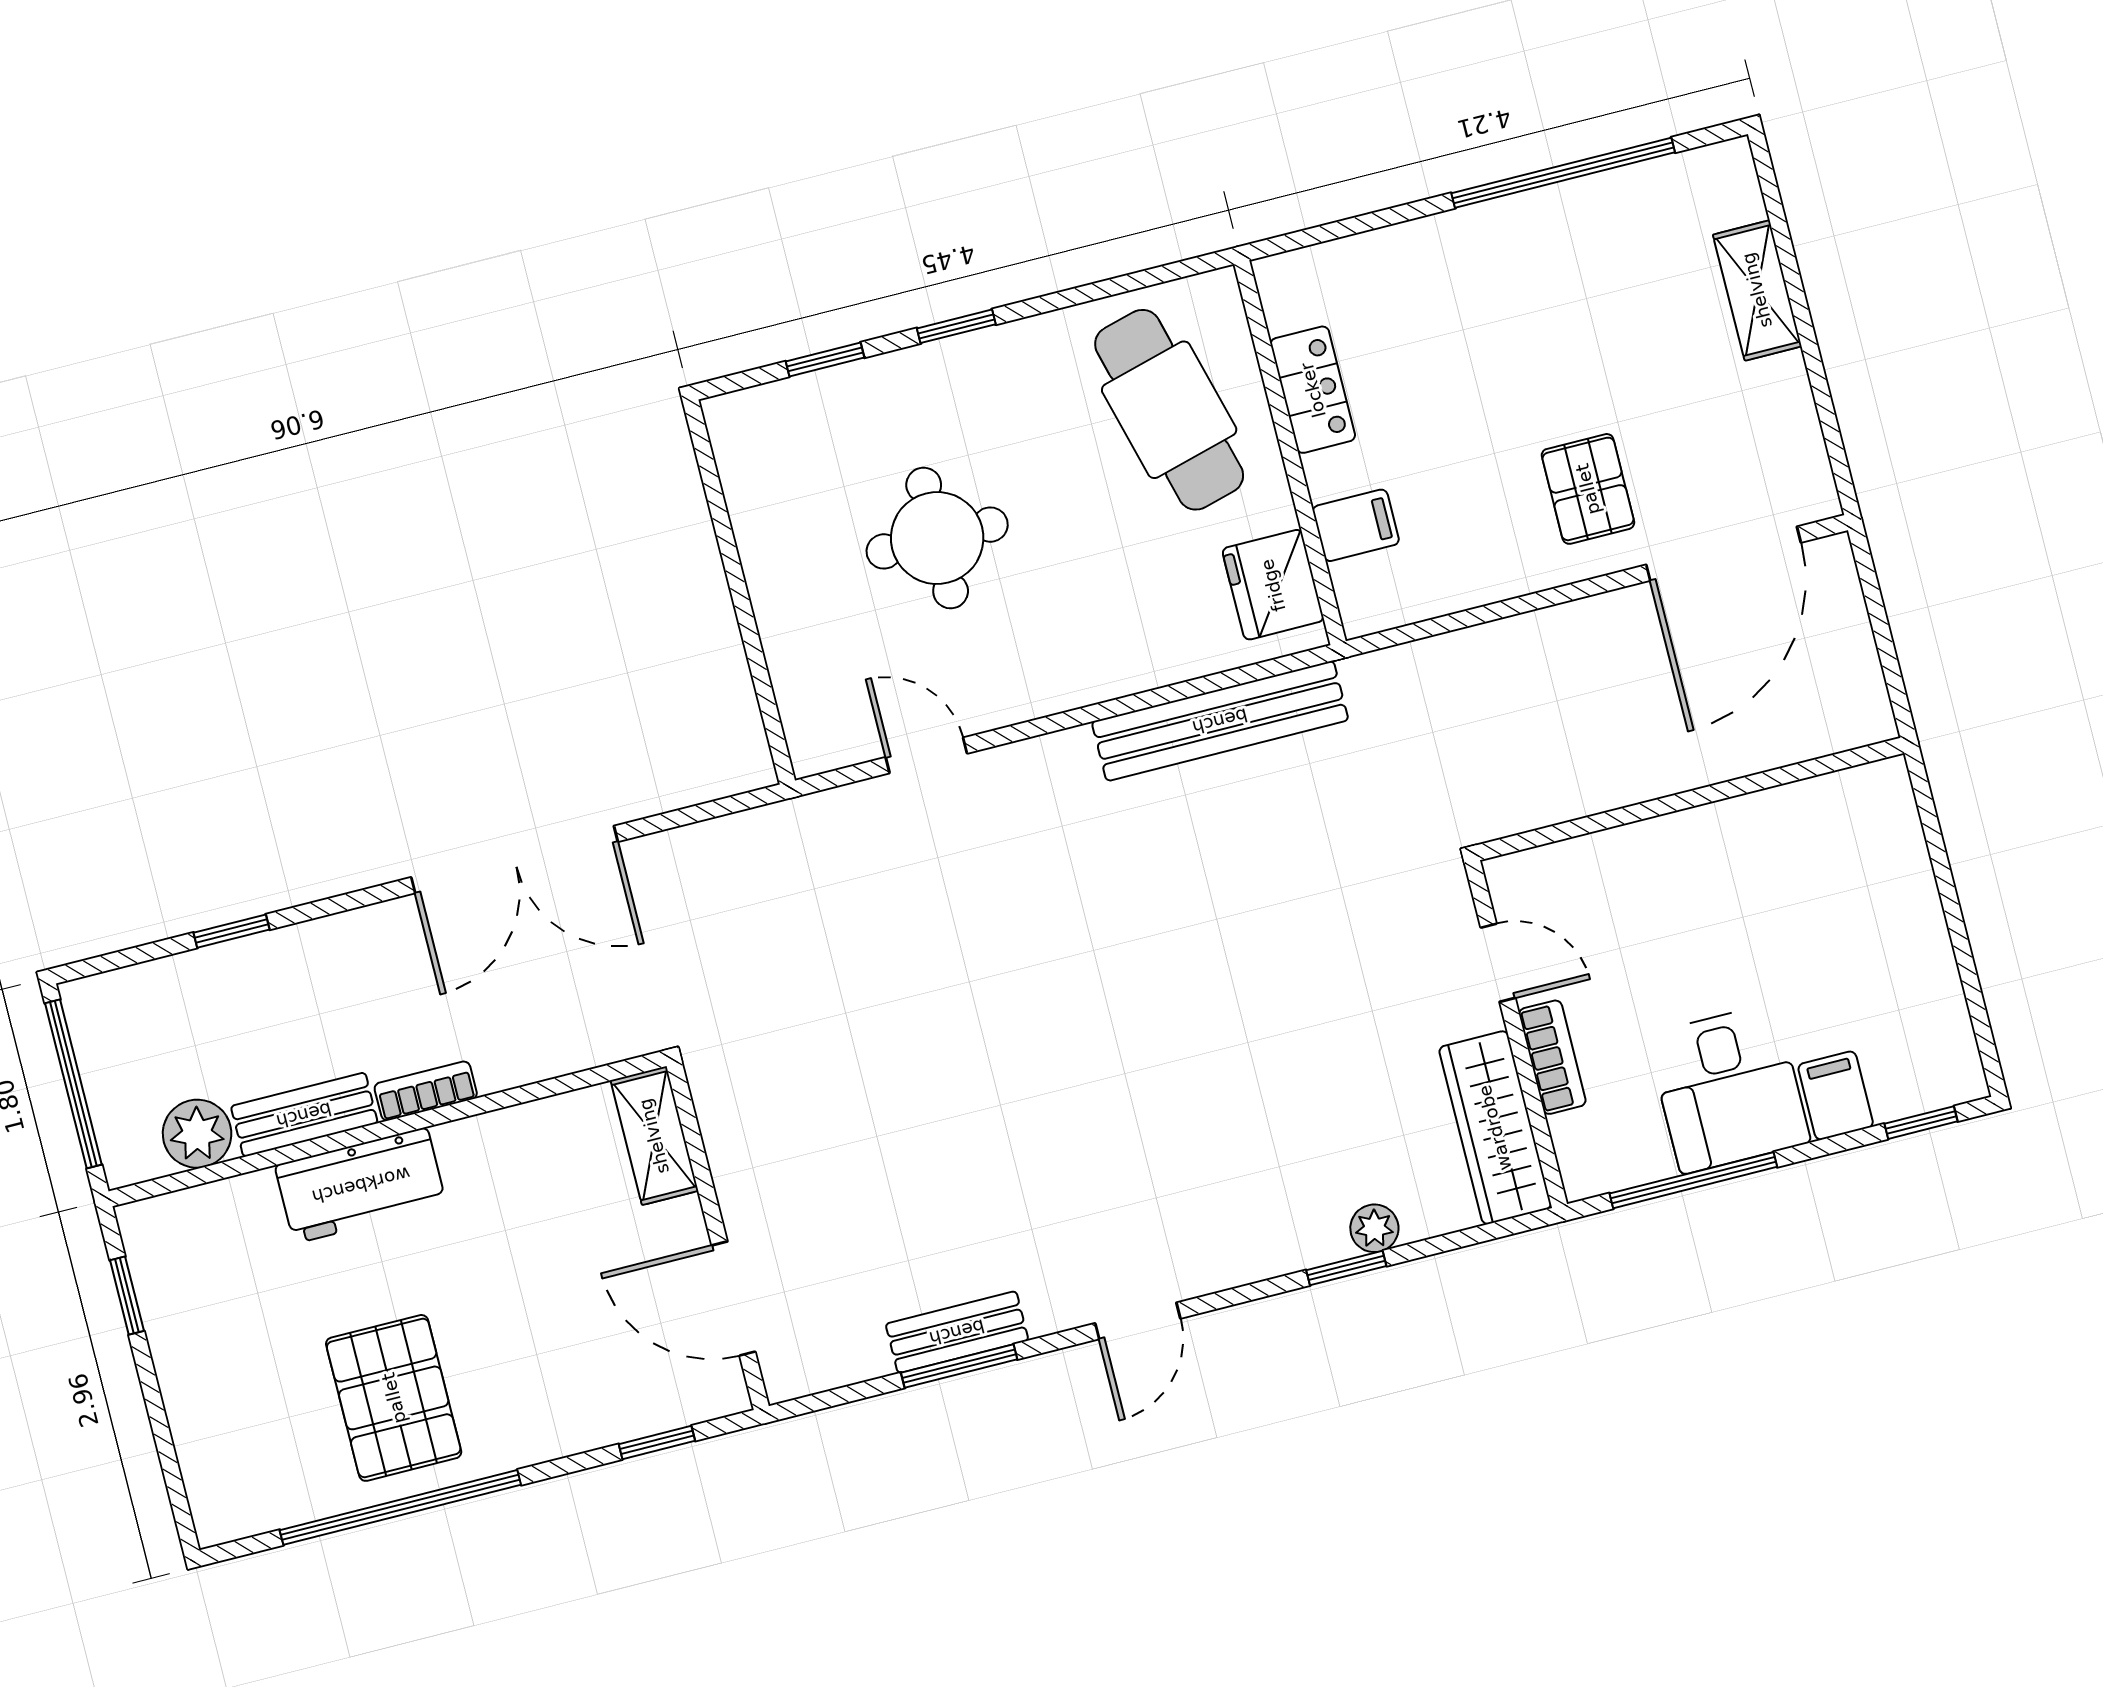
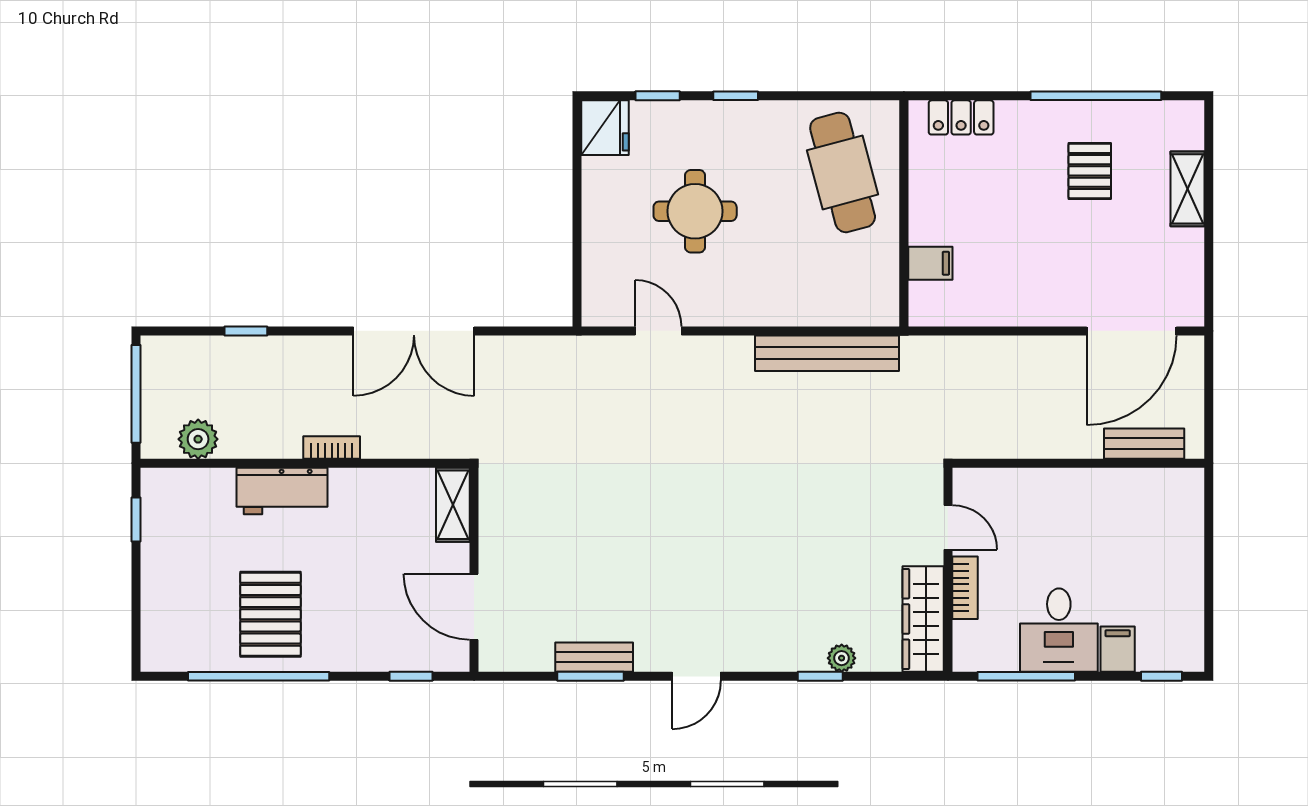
locker: (1313, 390) -> (961, 117), moved, turned 90
pallet: (1588, 489) -> (1090, 171), moved
fridge: (1273, 585) -> (605, 128), moved, turned 180
bench: (304, 1115) -> (1144, 444), moved

